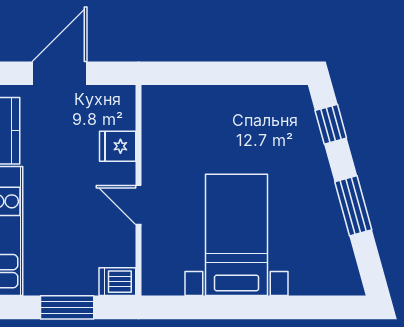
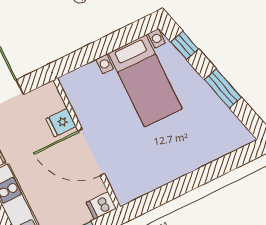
door: (138, 205) -> (91, 152), width x1.87
bed with nightstands: (237, 235) -> (145, 81), moved, turned 180

